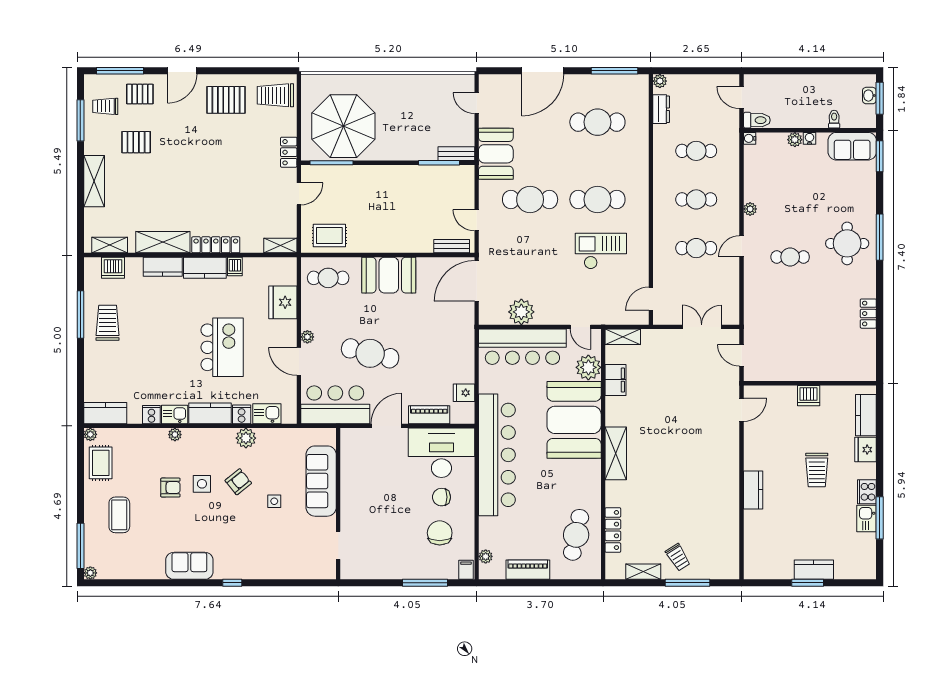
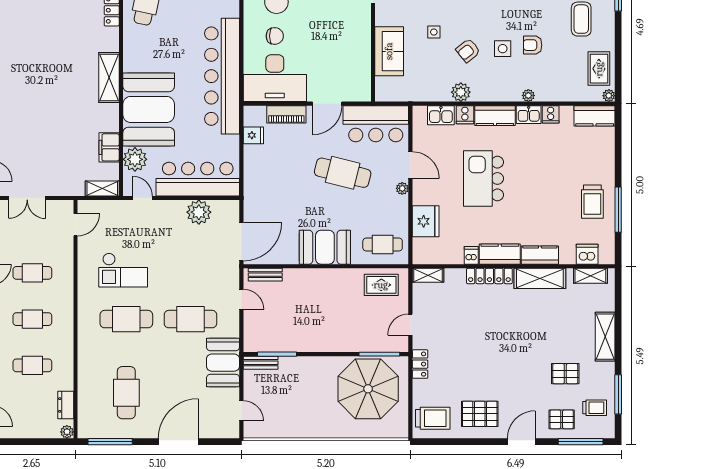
cafe table: (597, 122) -> (126, 393), turned 90
sofa: (321, 481) -> (389, 51), width x0.73

